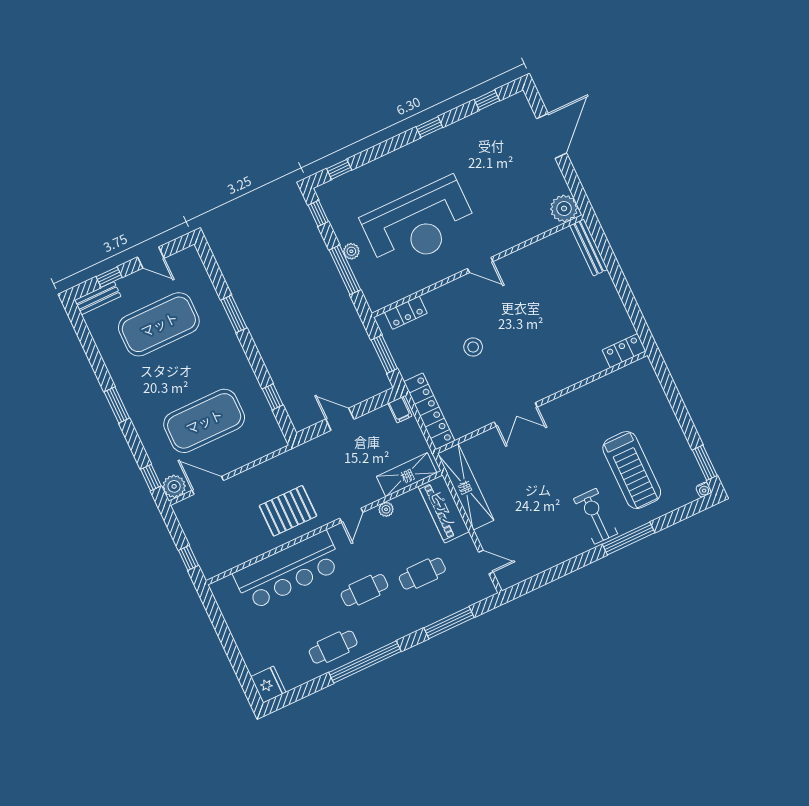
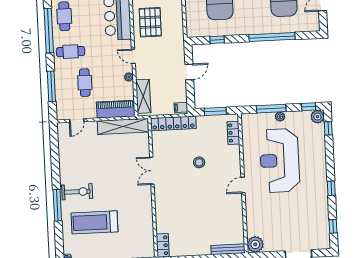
plant: (328, 193) -> (317, 117), added
window: (234, 314) -> (272, 37), width x2.11
cafe table: (364, 590) -> (71, 52), moved, turned 90

